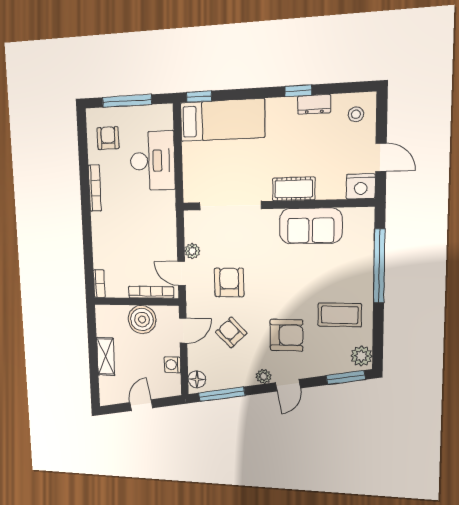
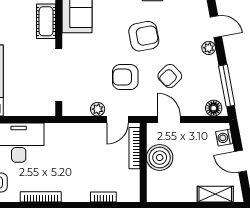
bookcase: (99, 284) -> (103, 197), moved
armchair: (286, 335) -> (144, 36), moved, turned 79
shelving: (106, 357) -> (215, 194), moved
washing machine: (172, 365) -> (224, 138), moved, turned 80

